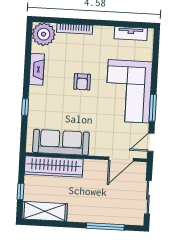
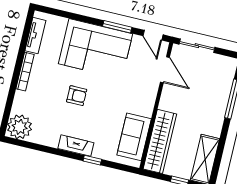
bookcase: (75, 29) -> (25, 72), moved
fireplace: (37, 69) -> (76, 146), moved
sofa: (61, 142) -> (134, 137), width x0.73
sliding door: (148, 197) -> (197, 46), moved

